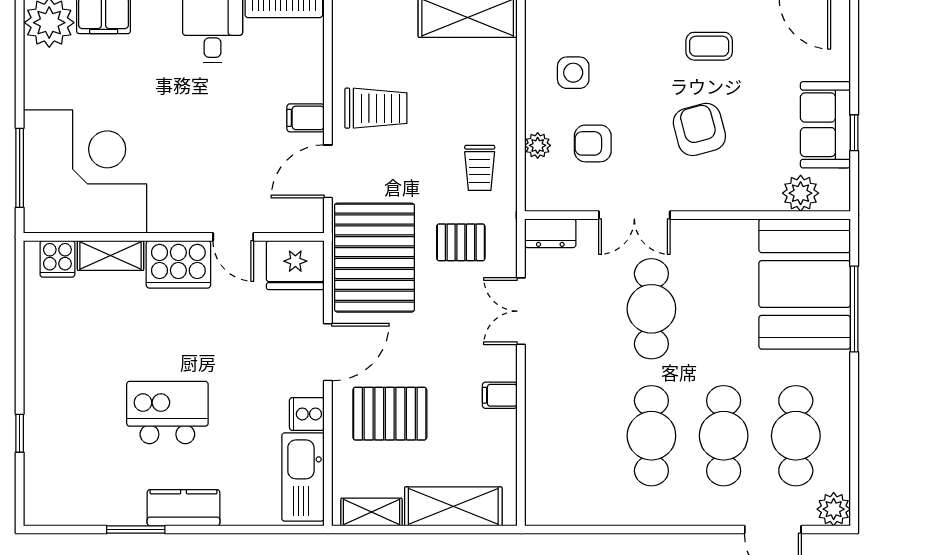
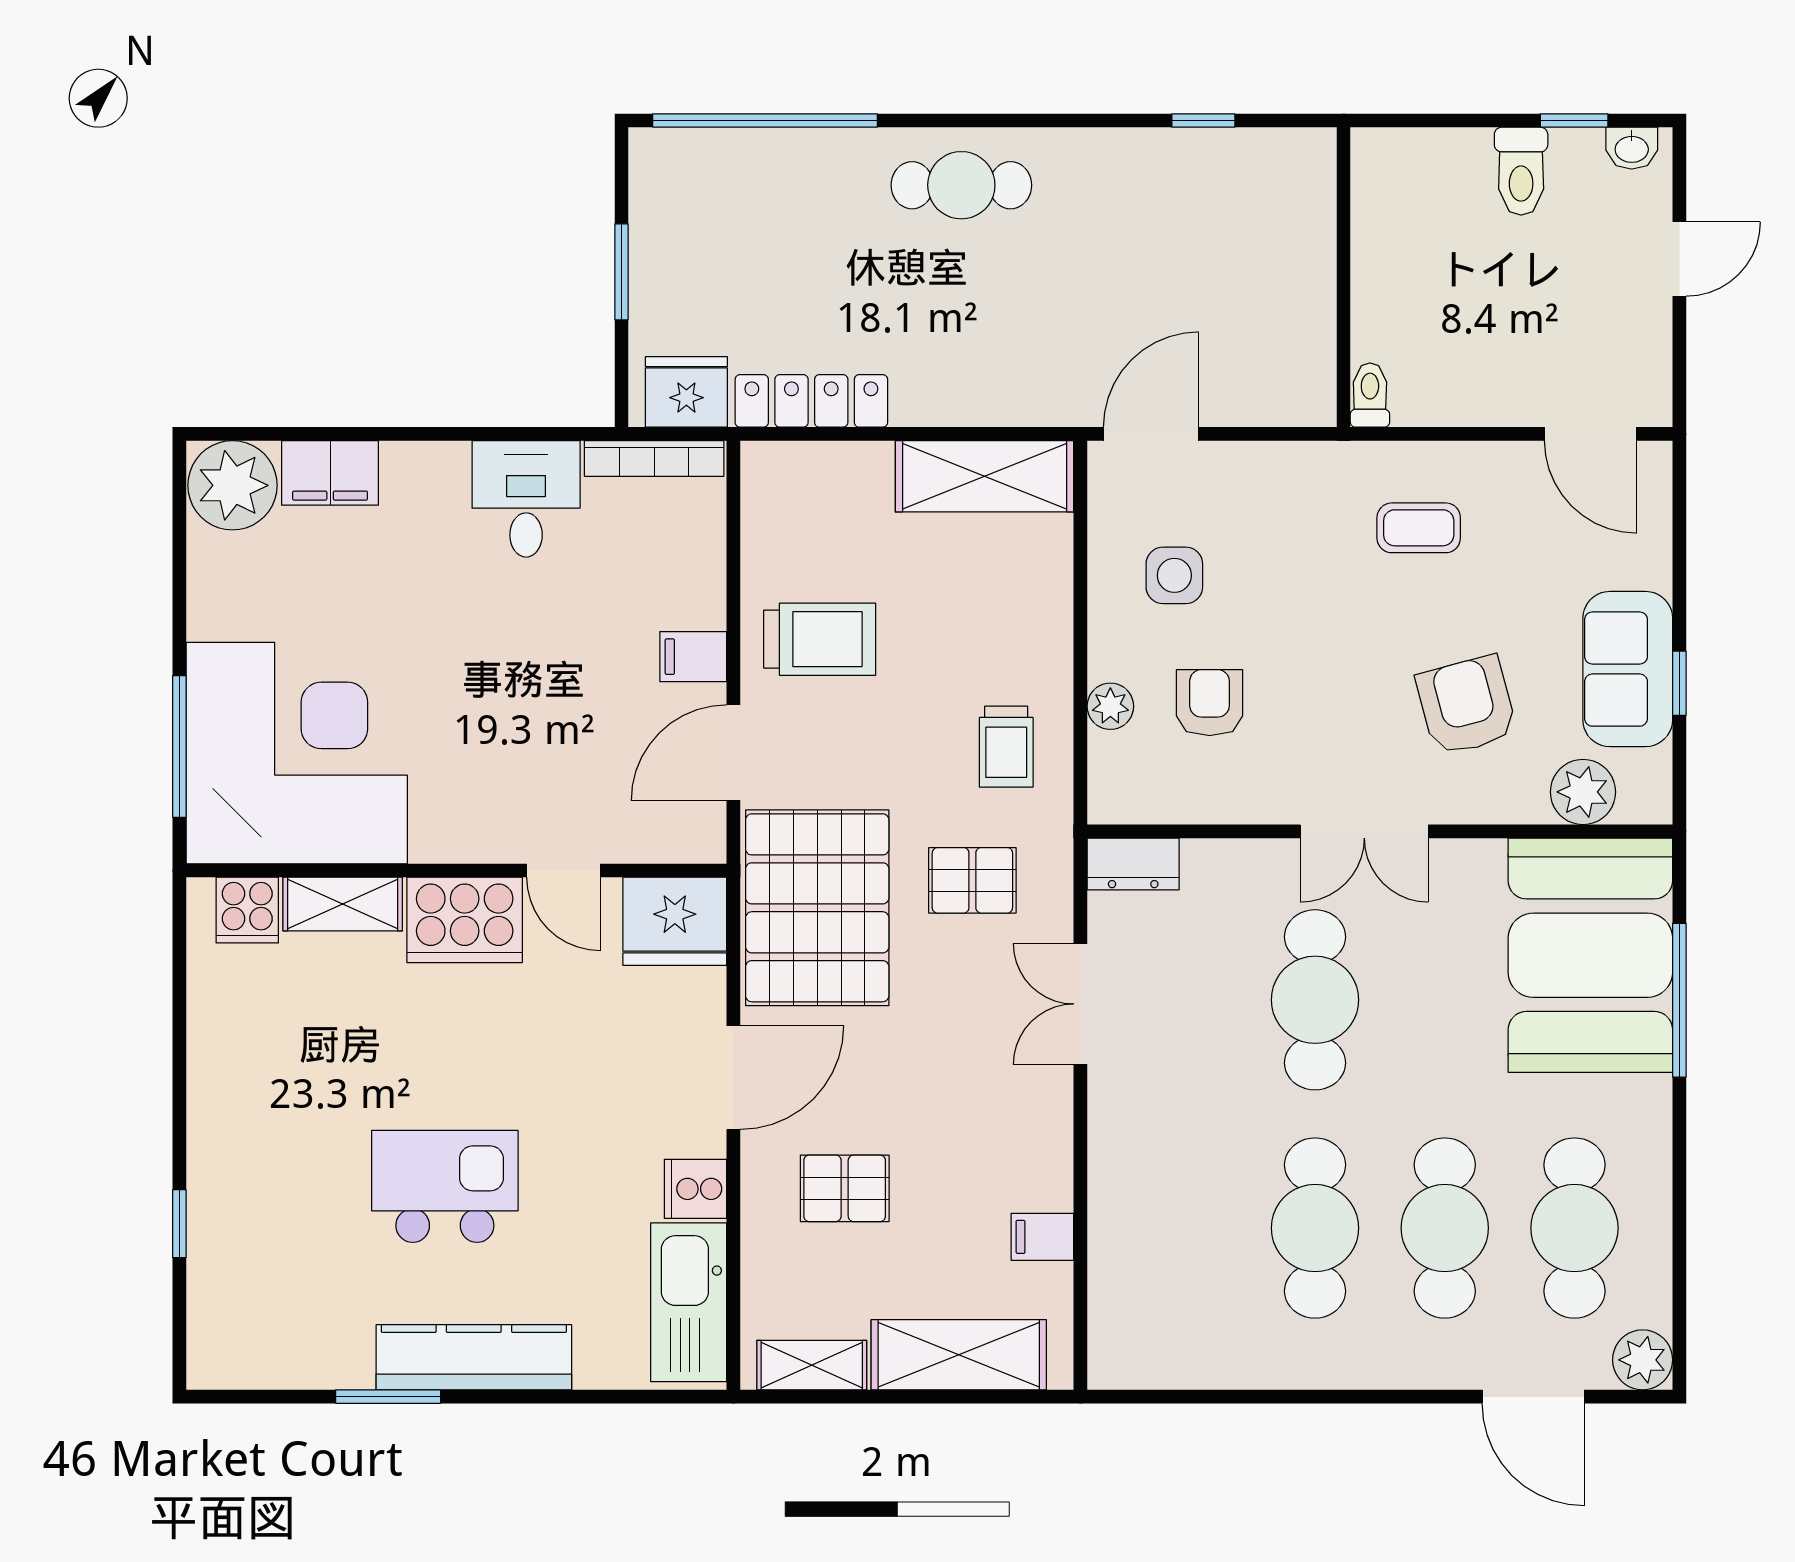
armchair: (699, 129) -> (1466, 706), moved
armchair: (593, 143) -> (1210, 703), turned 90
double door: (634, 215) -> (1364, 831), moved
filing cabinet: (500, 395) -> (1042, 1237), moved
pallet: (390, 414) -> (845, 1188), width x0.67, depth x0.71
kitchen counter: (183, 508) -> (474, 1357), width x1.50

